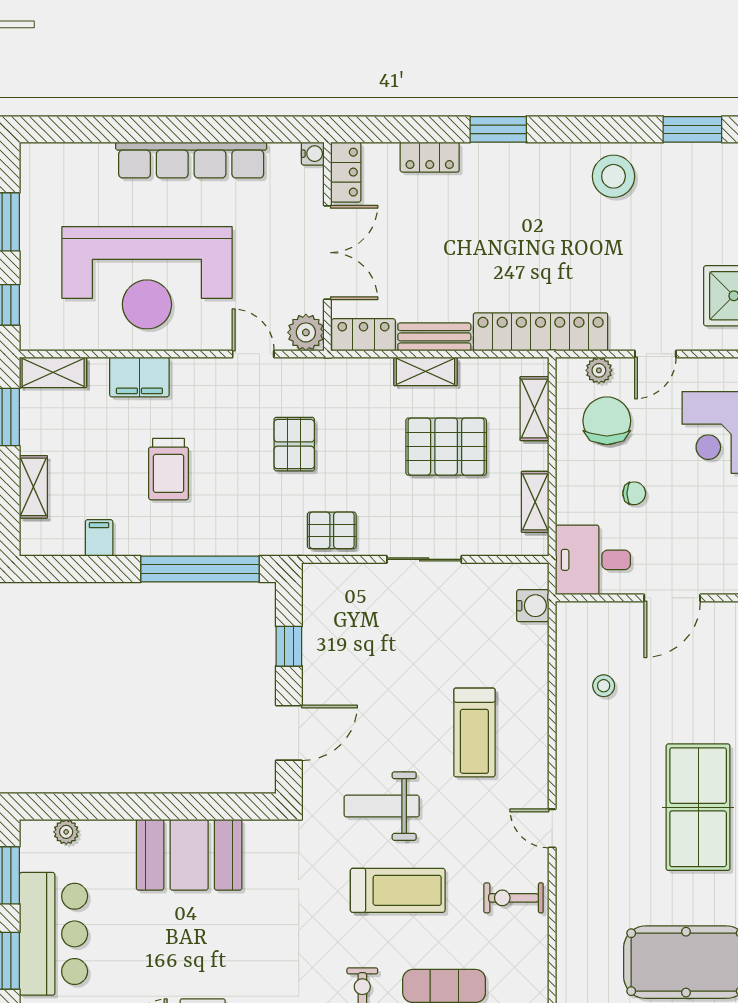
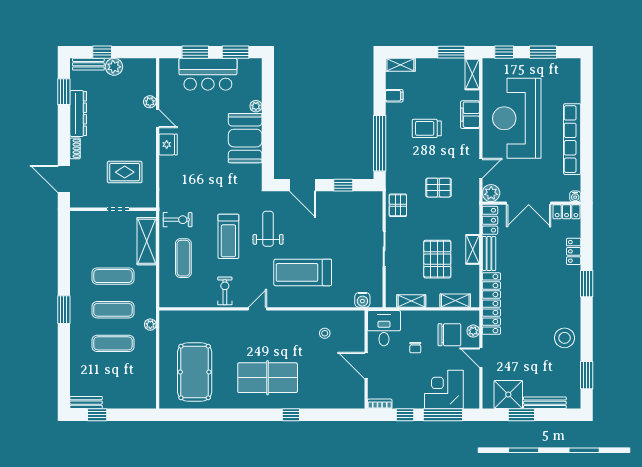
shelving: (33, 487) -> (400, 65), moved
treadmill: (474, 732) -> (303, 272), width x1.37, depth x1.38
plant: (66, 832) -> (256, 106), moved

